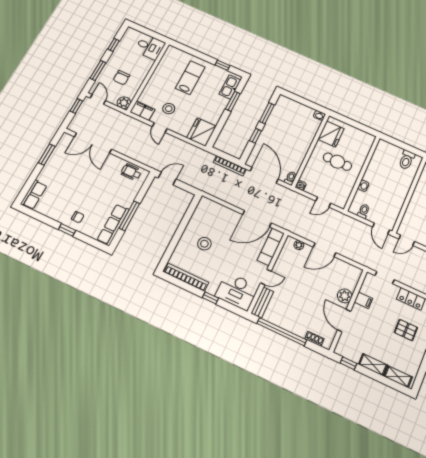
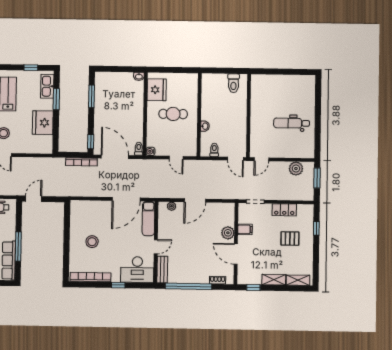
fridge: (201, 132) -> (43, 123), moved
window: (255, 136) -> (91, 142), moved
door: (323, 202) -> (176, 158), hinge flipped

